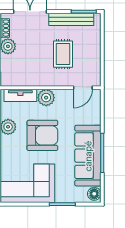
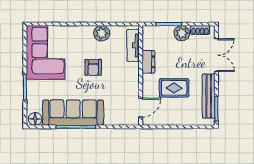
dresser: (37, 80) -> (148, 62), added
door: (83, 88) -> (141, 108), swing flipped
plant: (46, 98) -> (131, 71), removed
armchair: (42, 135) -> (93, 67), width x0.53, depth x0.53

